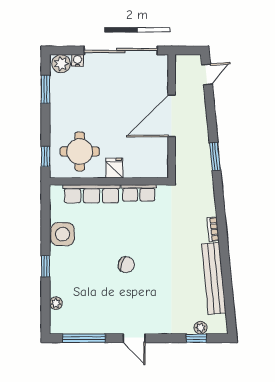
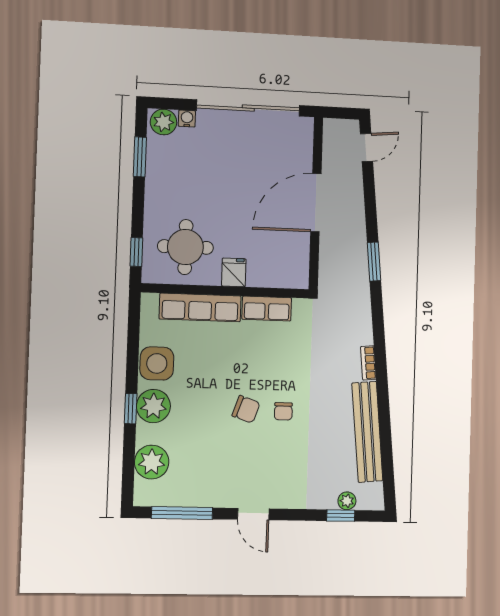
plant: (61, 264) -> (153, 406), added
chair: (153, 265) -> (283, 411), added
plant: (56, 303) -> (152, 462), width x1.88, depth x1.88

